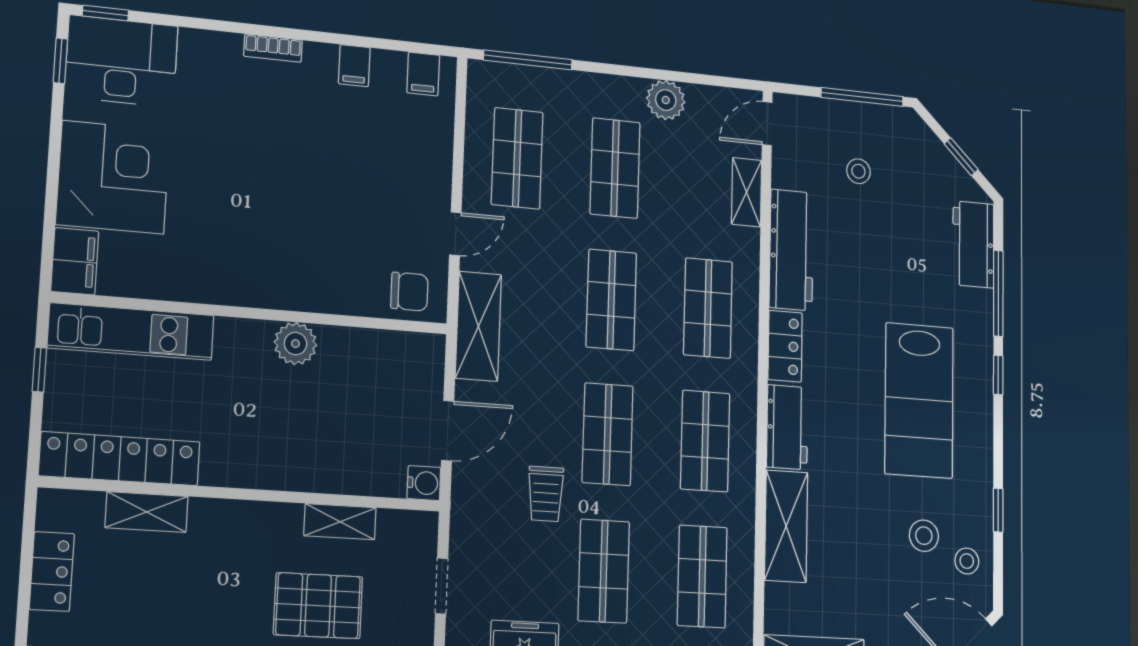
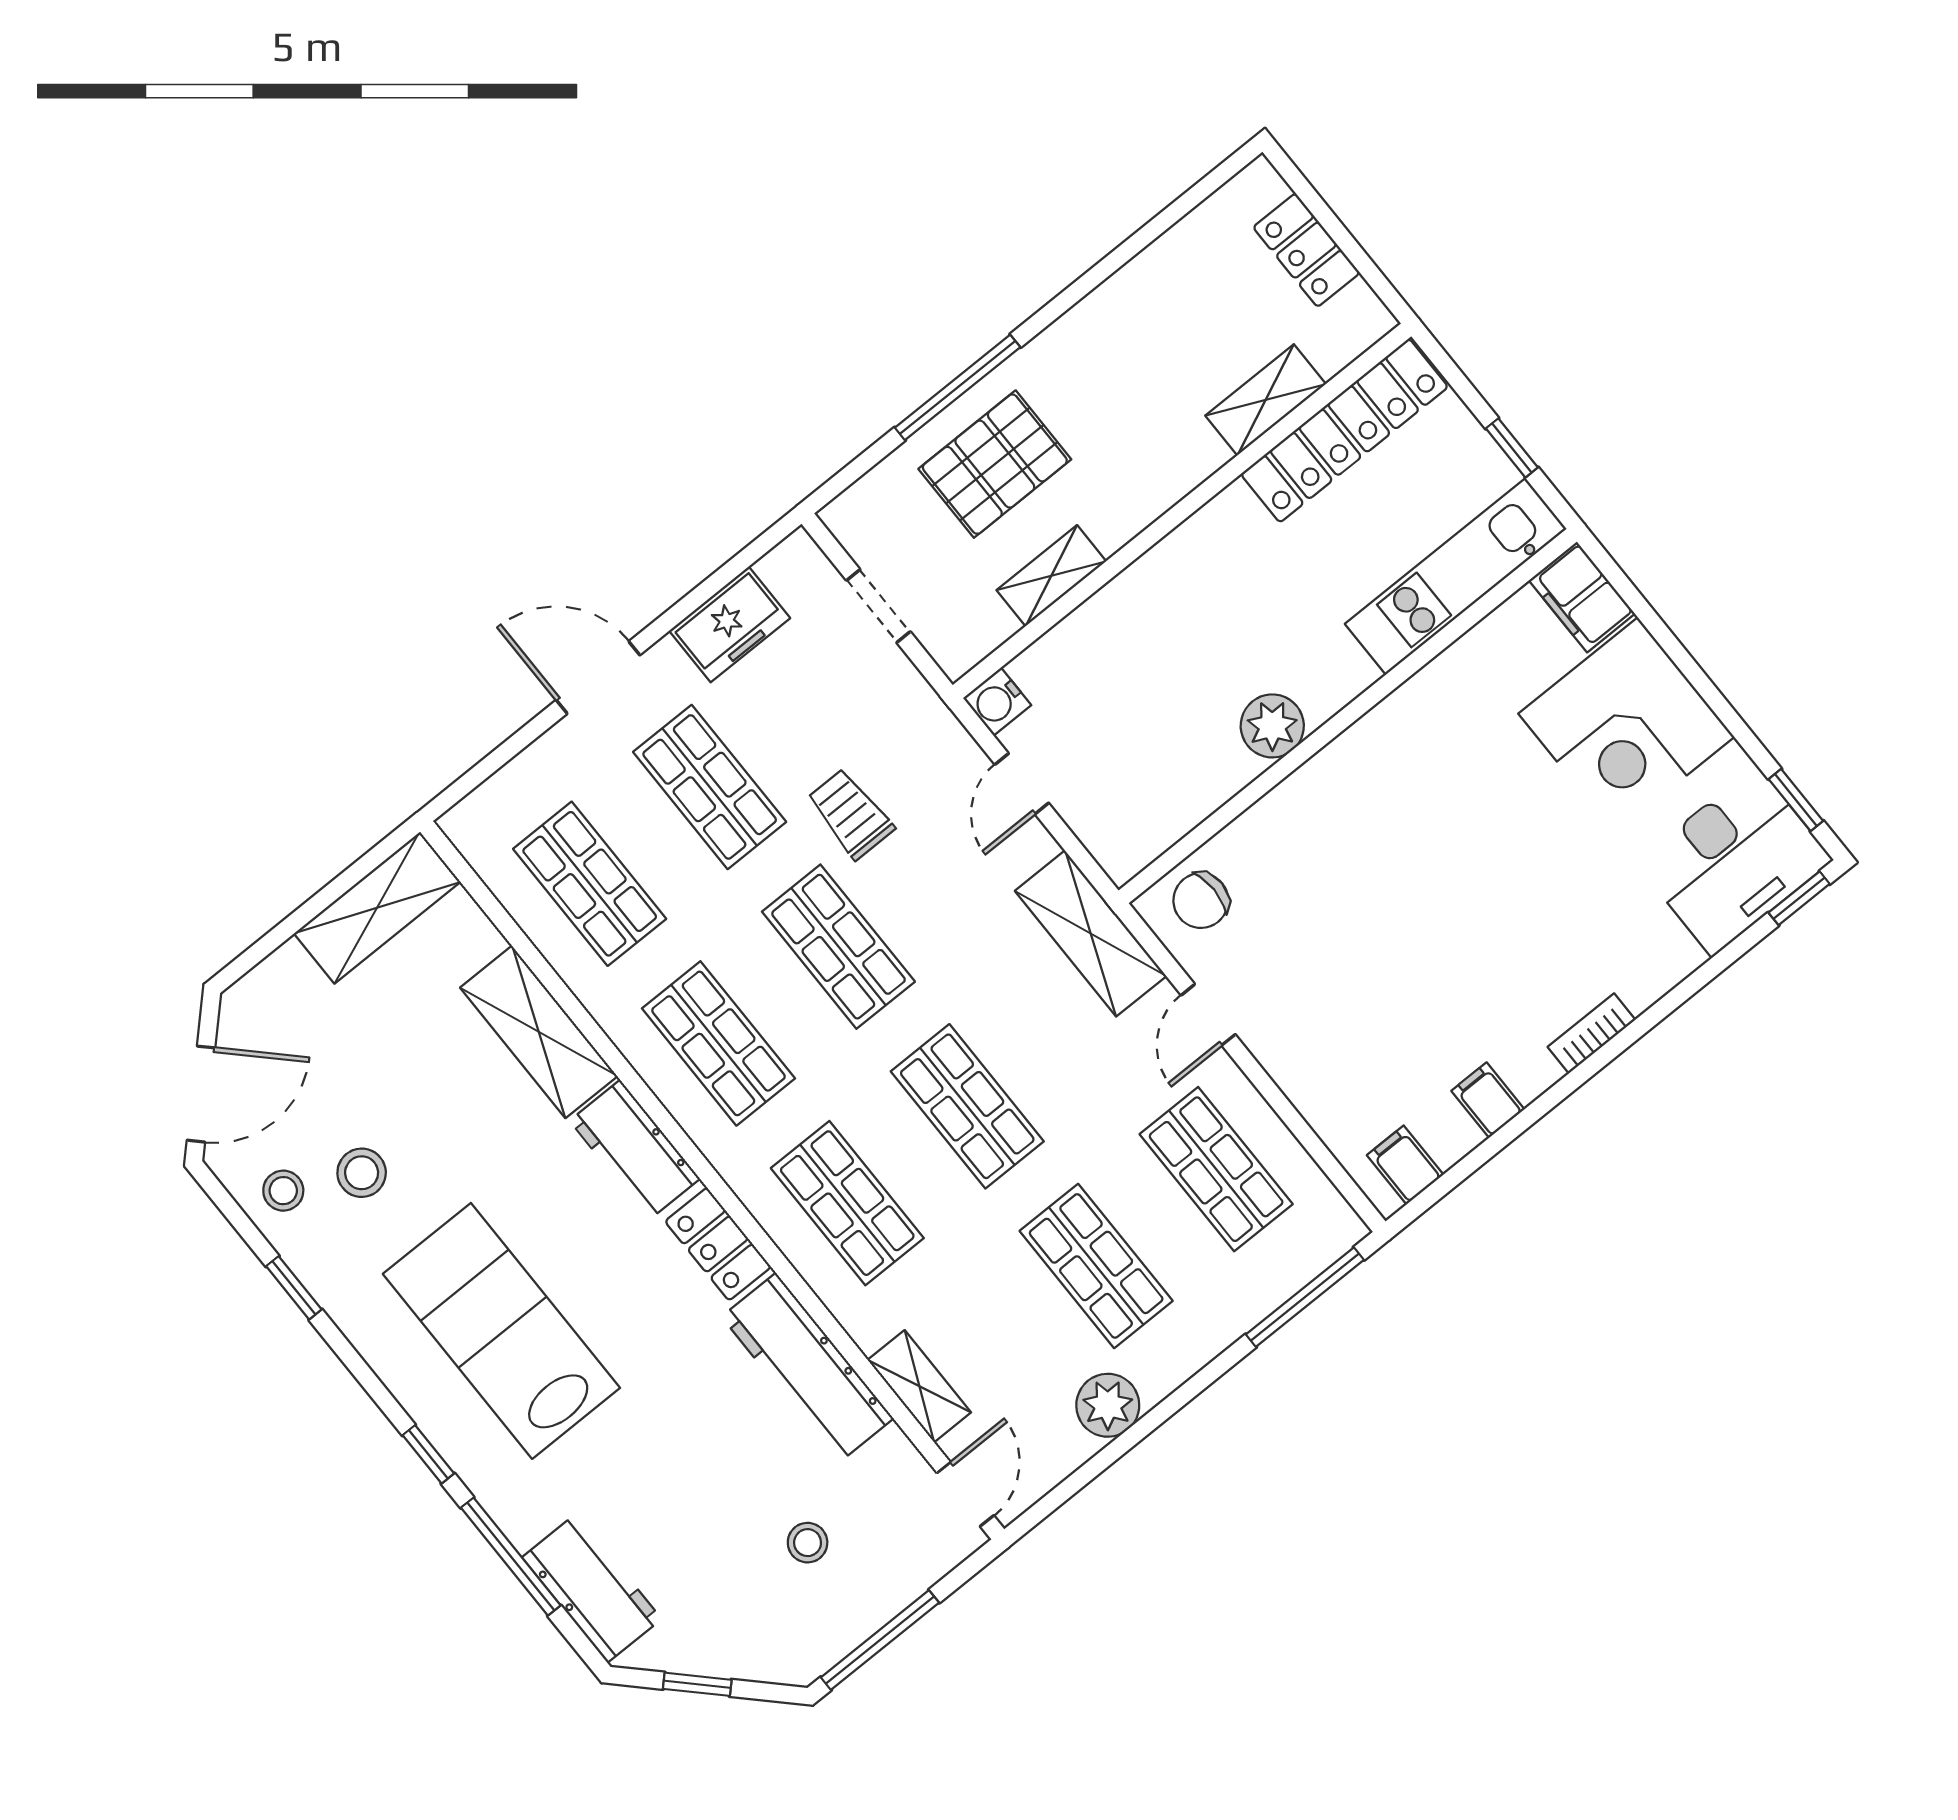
door: (448, 431) -> (1022, 784), width x0.73

